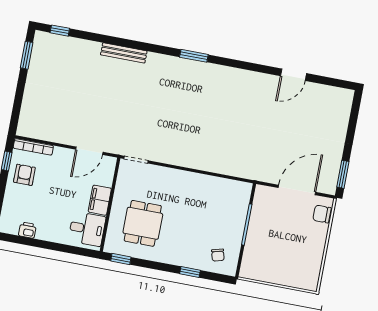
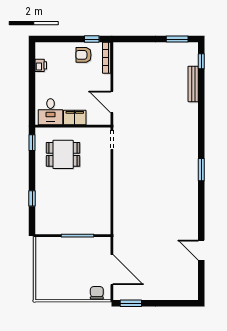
bench: (124, 53) -> (193, 84), moved
armchair: (24, 175) -> (84, 55), turned 180
chair: (218, 255) -> (49, 218), removed

